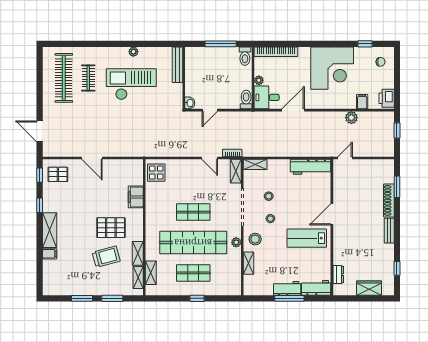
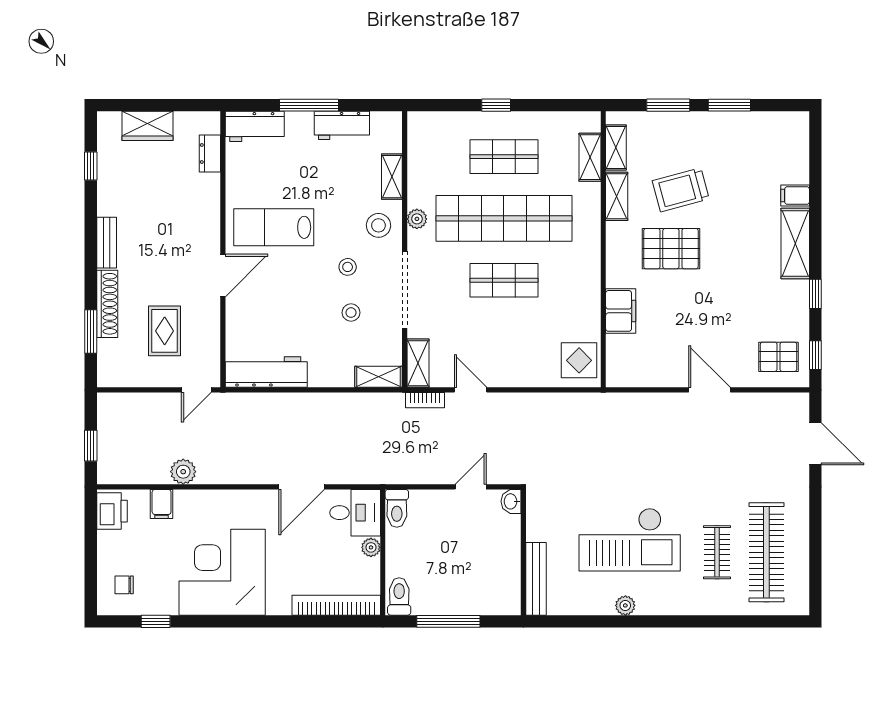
rug: (361, 187) -> (165, 331), added
lab bench: (307, 238) -> (274, 227), turned 180
workbench: (287, 288) -> (342, 125), moved

